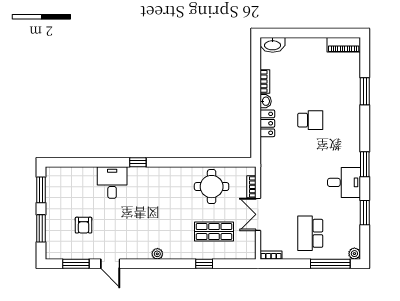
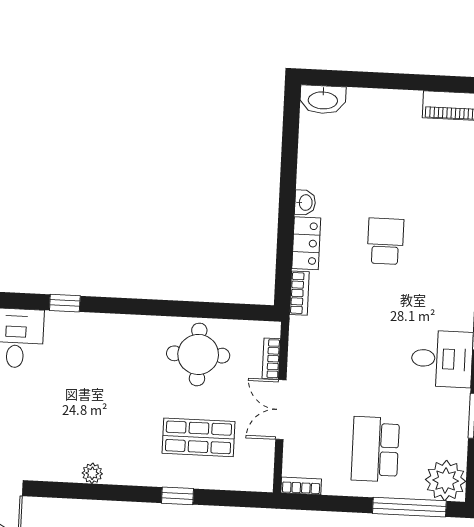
bookcase: (265, 81) -> (299, 293), moved
school desk: (310, 120) -> (385, 241), turned -90
plant: (354, 254) -> (446, 480), width x1.88, depth x1.88

